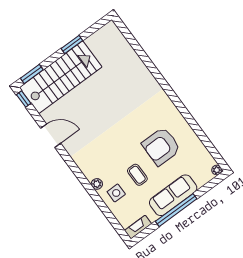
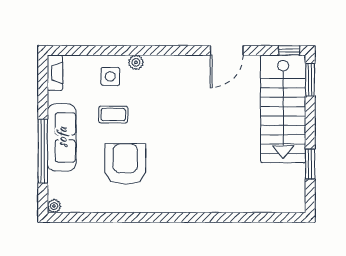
window: (72, 45) -> (310, 164), moved
window: (176, 210) -> (43, 151), moved

